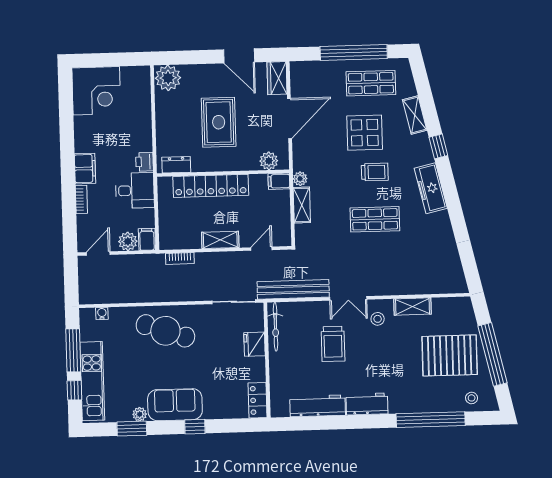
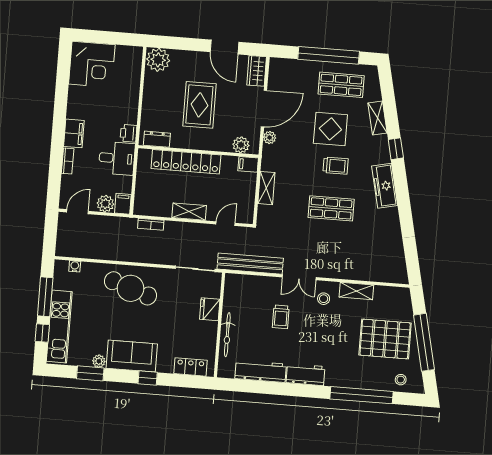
plant: (300, 179) -> (270, 138), moved
bicycle: (275, 327) -> (227, 335), moved
trolley: (333, 344) -> (281, 317), width x0.73, depth x0.72
locker: (258, 400) -> (191, 367), moved, turned 90

